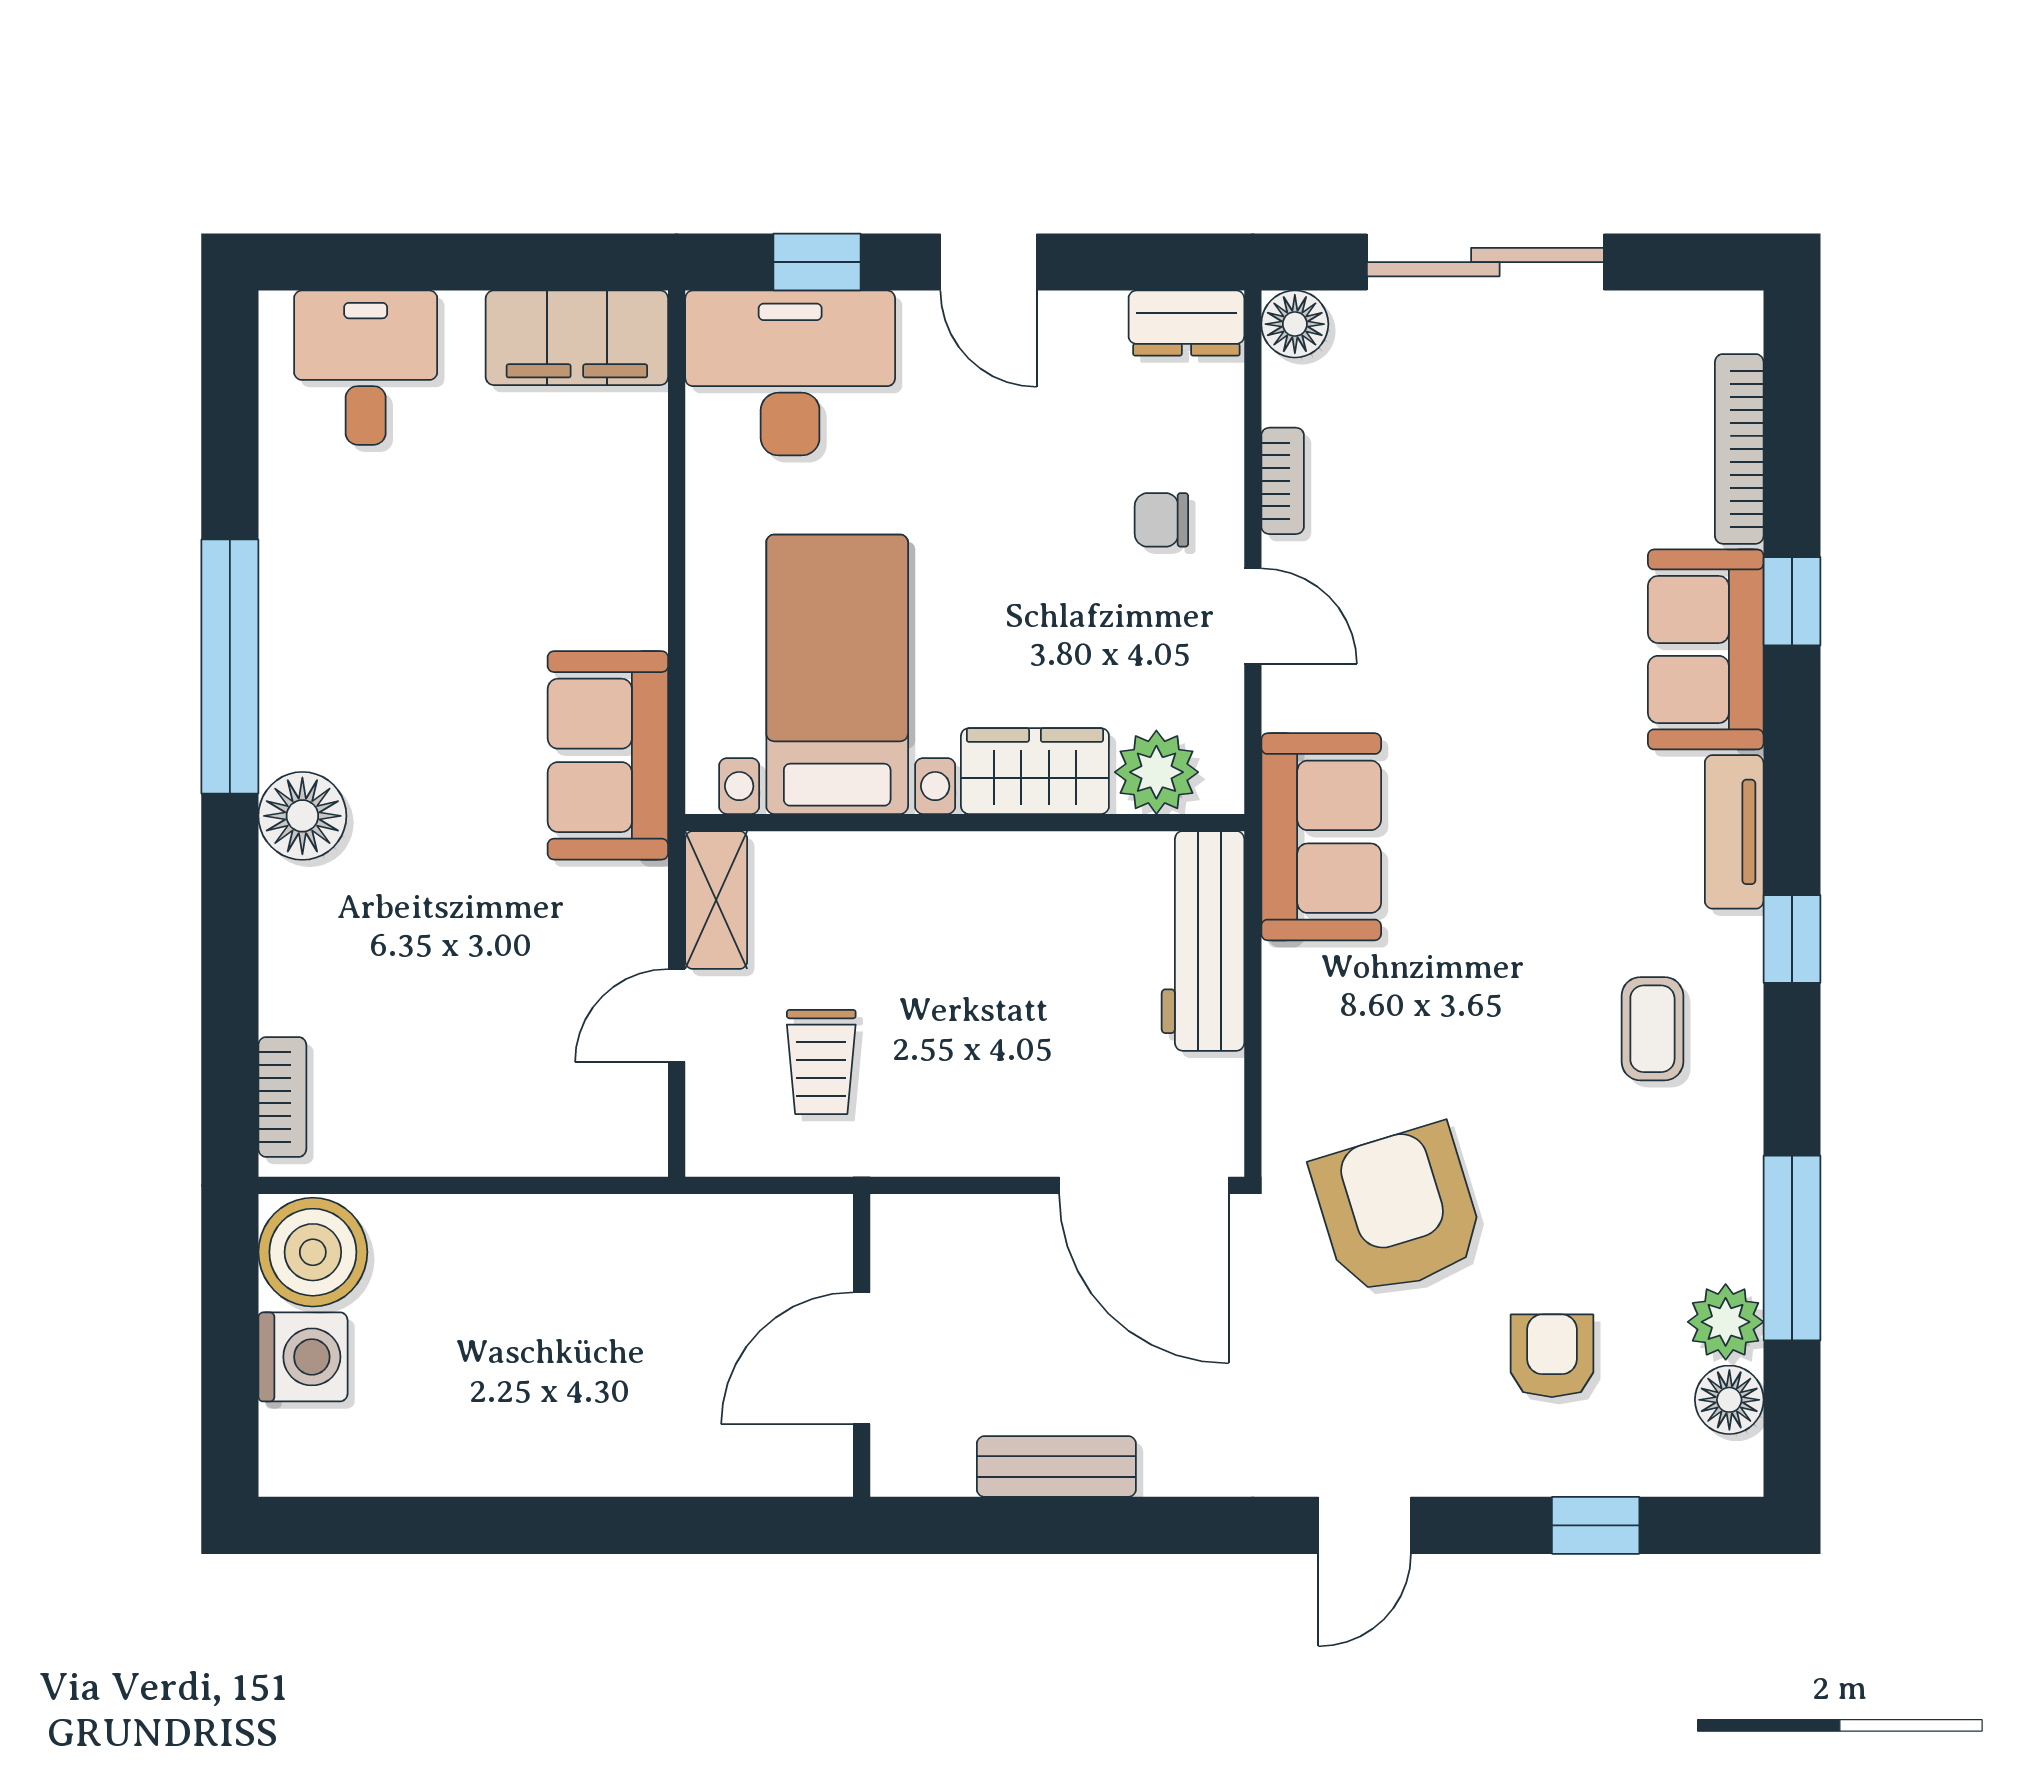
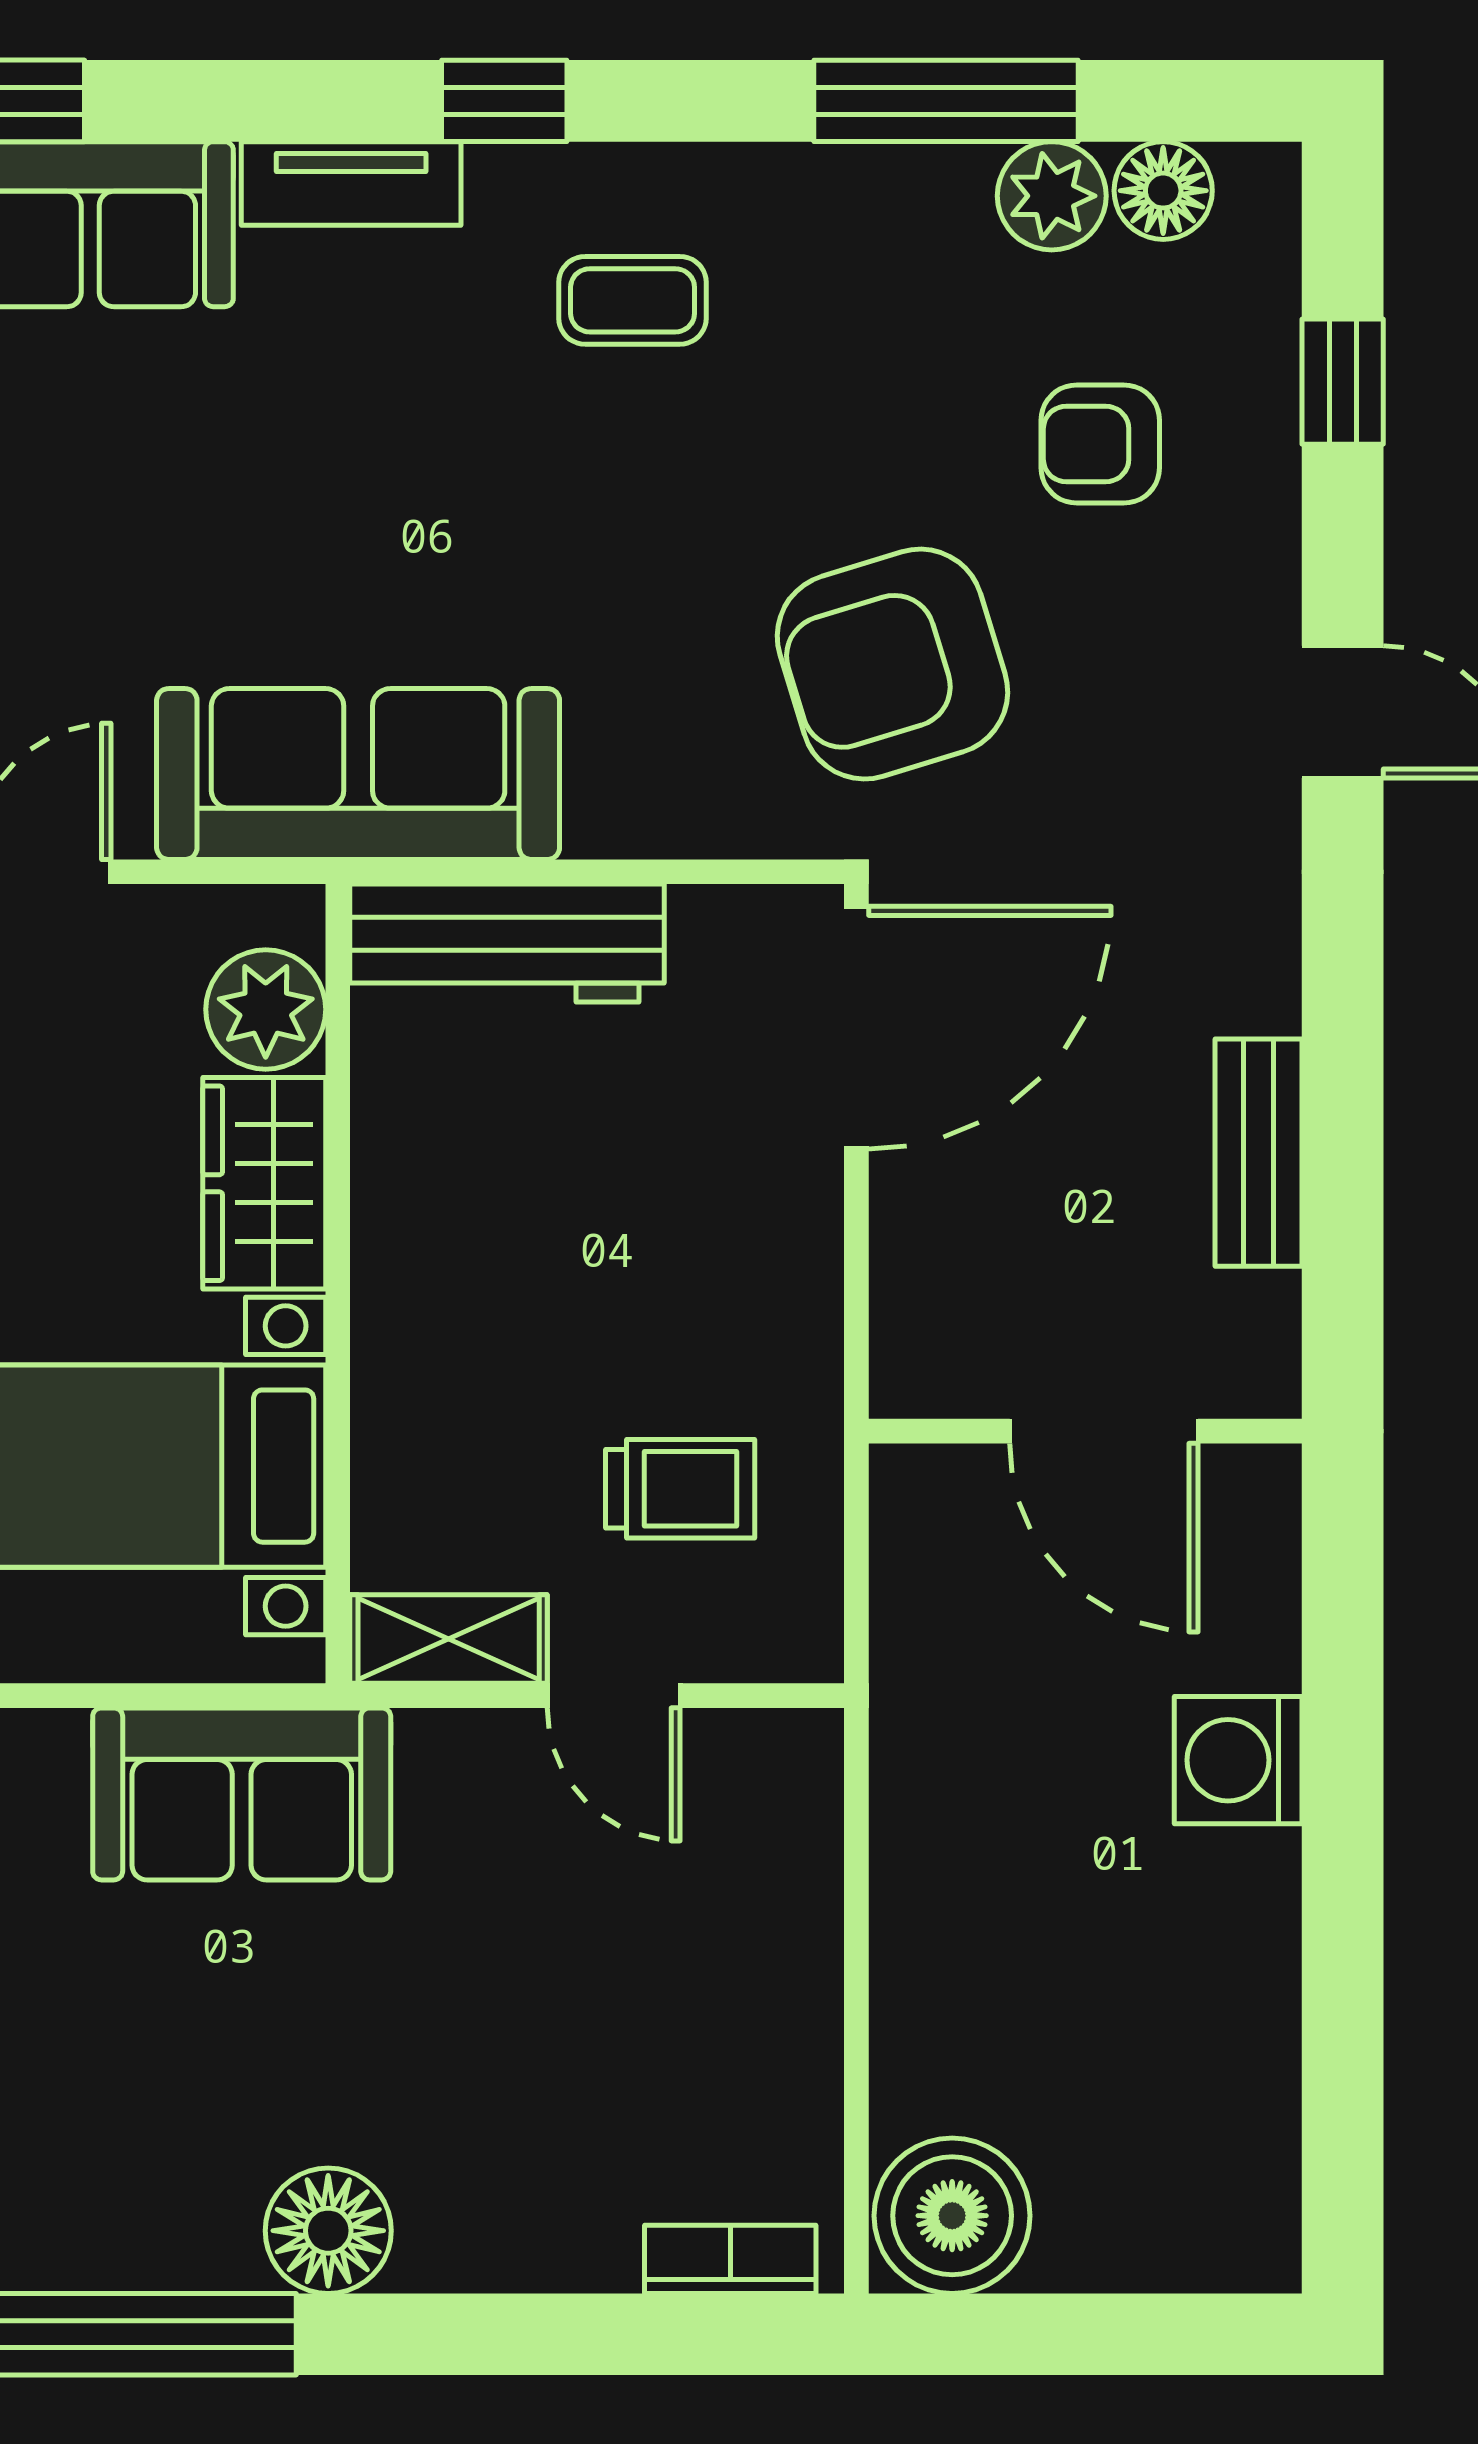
sofa: (1321, 837) -> (358, 774), width x1.36
washing machine: (303, 1357) -> (1238, 1760), moved, turned -90

